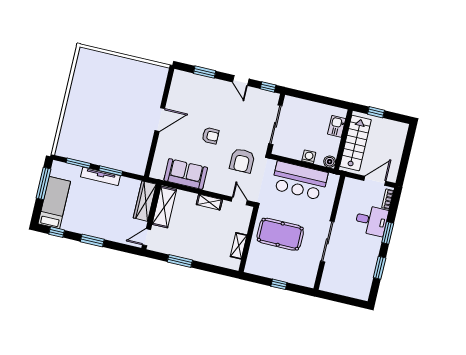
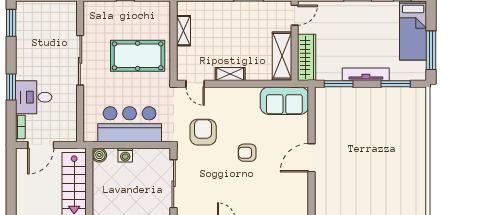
kitchen sink: (337, 126) -> (101, 199), removed
window: (111, 171) -> (339, 84), moved
sofa: (186, 174) -> (284, 101), moved
window: (380, 268) -> (11, 23), moved

